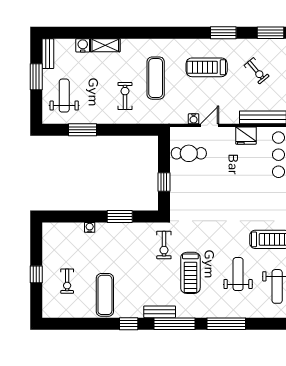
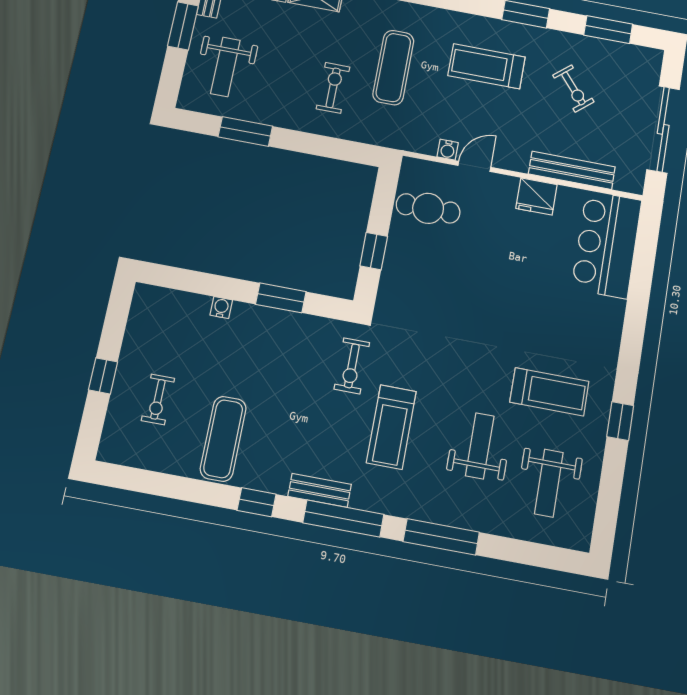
weight bench: (64, 96) -> (225, 67), turned 180

